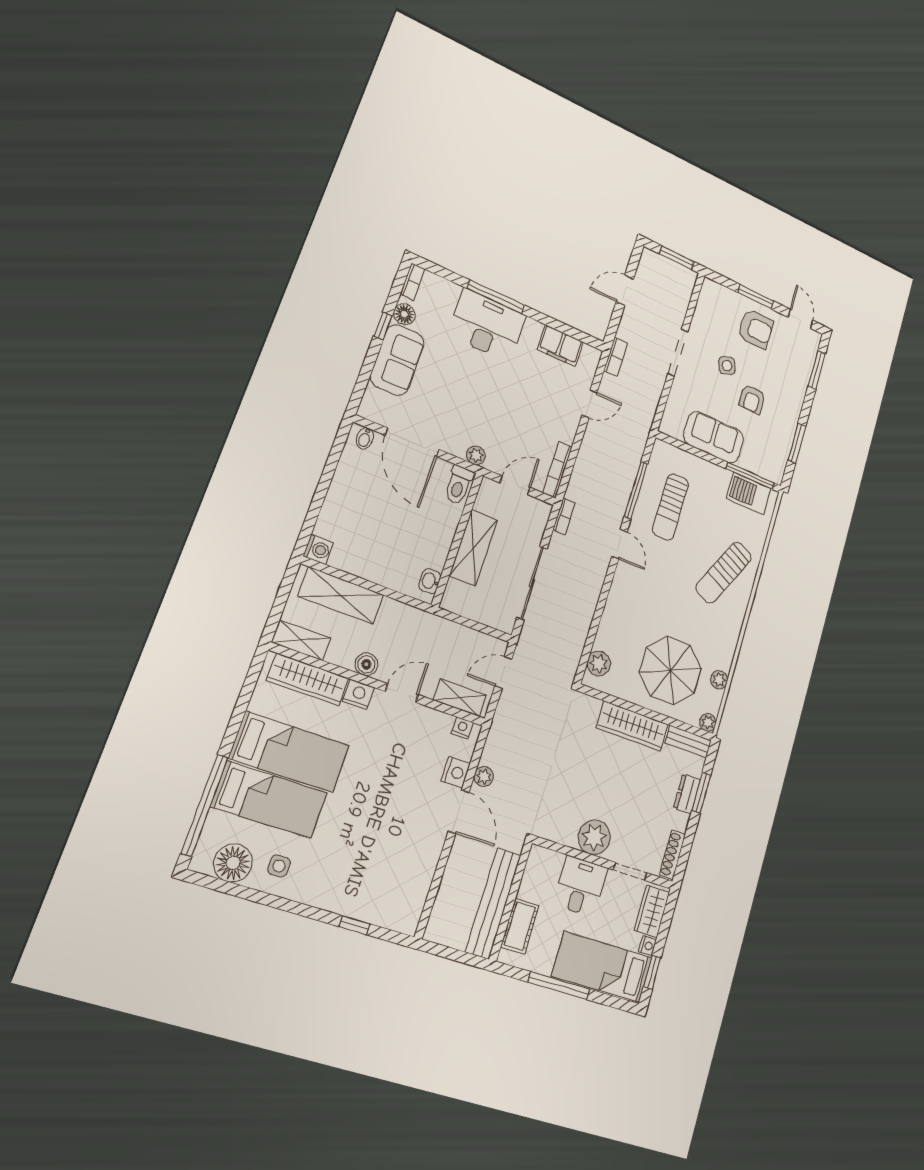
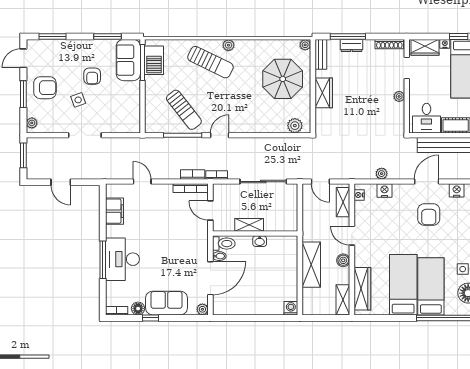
plant: (716, 290) -> (32, 123), added
armchair: (756, 329) -> (45, 88), turned 90
bookcase: (616, 357) -> (193, 175), moved
armchair: (752, 399) -> (92, 76), turned 90
sofa: (714, 437) -> (128, 60), moved
bidet: (365, 438) -> (219, 256), moved
plant: (476, 455) -> (202, 309), moved
sun lounger: (670, 507) -> (184, 110), turned 52
shelving: (473, 548) -> (249, 225), width x0.67, depth x0.75
washbasin: (430, 581) -> (260, 241), moved
shelving: (341, 596) -> (311, 265), moved
plant: (719, 680) -> (228, 45), moved
nightstand: (358, 694) -> (457, 190), moved, turned 90
wardrobe: (632, 726) -> (324, 93), width x0.67
window: (701, 793) -> (348, 36), width x1.44
door: (459, 812) -> (427, 182), moved
armchair: (392, 835) -> (429, 214), added
plant: (594, 837) -> (399, 96), width x0.53, depth x0.53
desk: (580, 886) -> (426, 118), moved, turned -90

